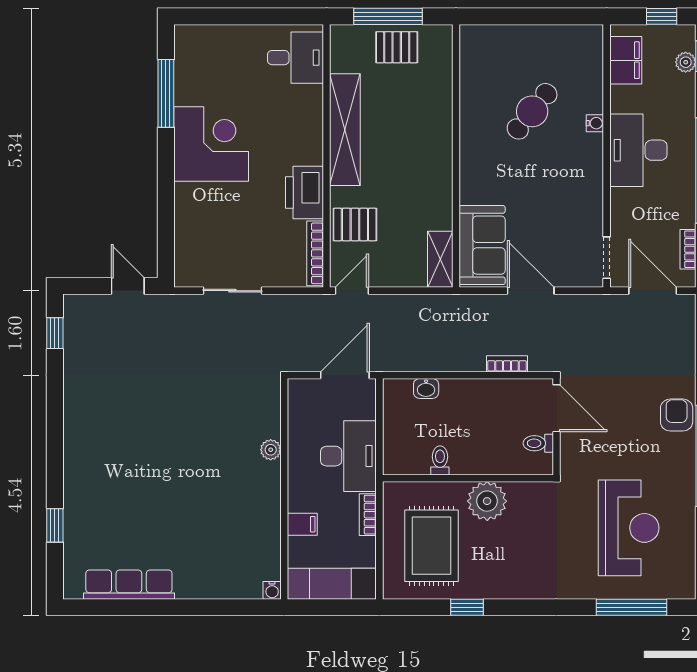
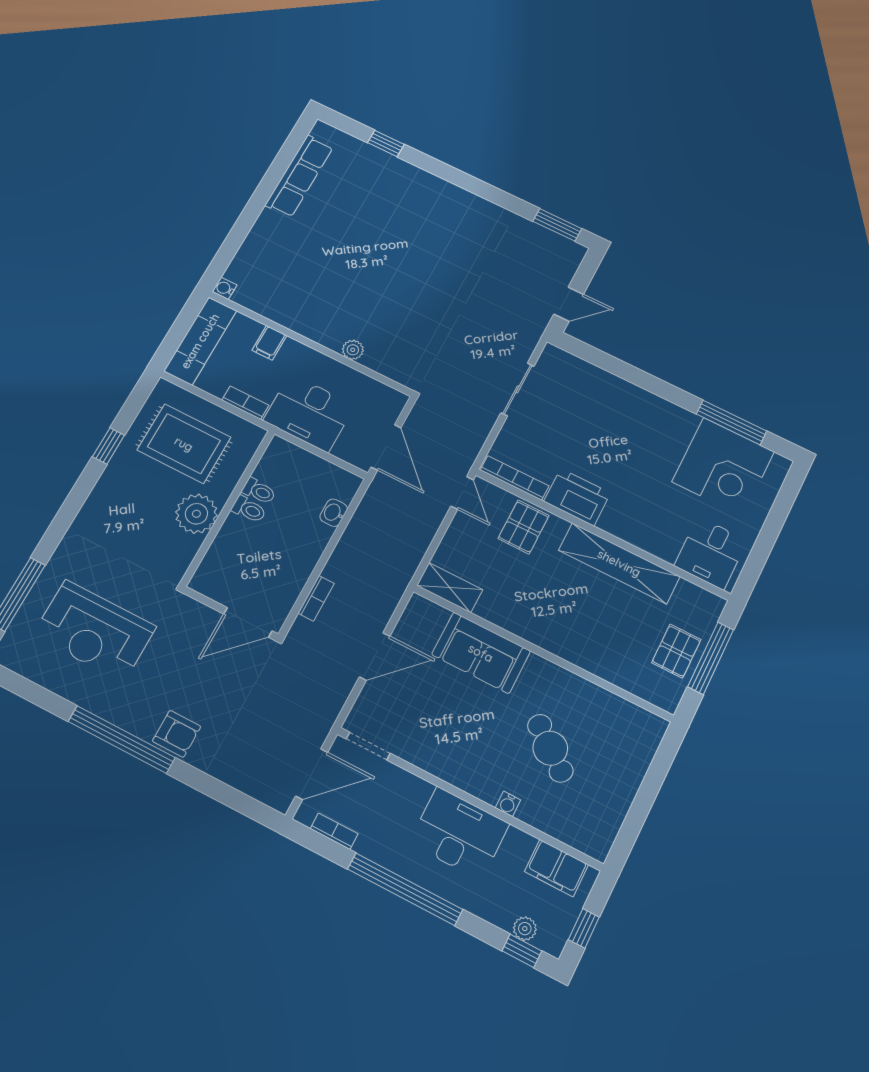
corner desk: (211, 144) -> (723, 467), moved
sofa: (482, 245) -> (481, 653), moved
window: (55, 333) -> (557, 225), width x1.50
toilet: (538, 443) -> (249, 509), moved, turned 90

